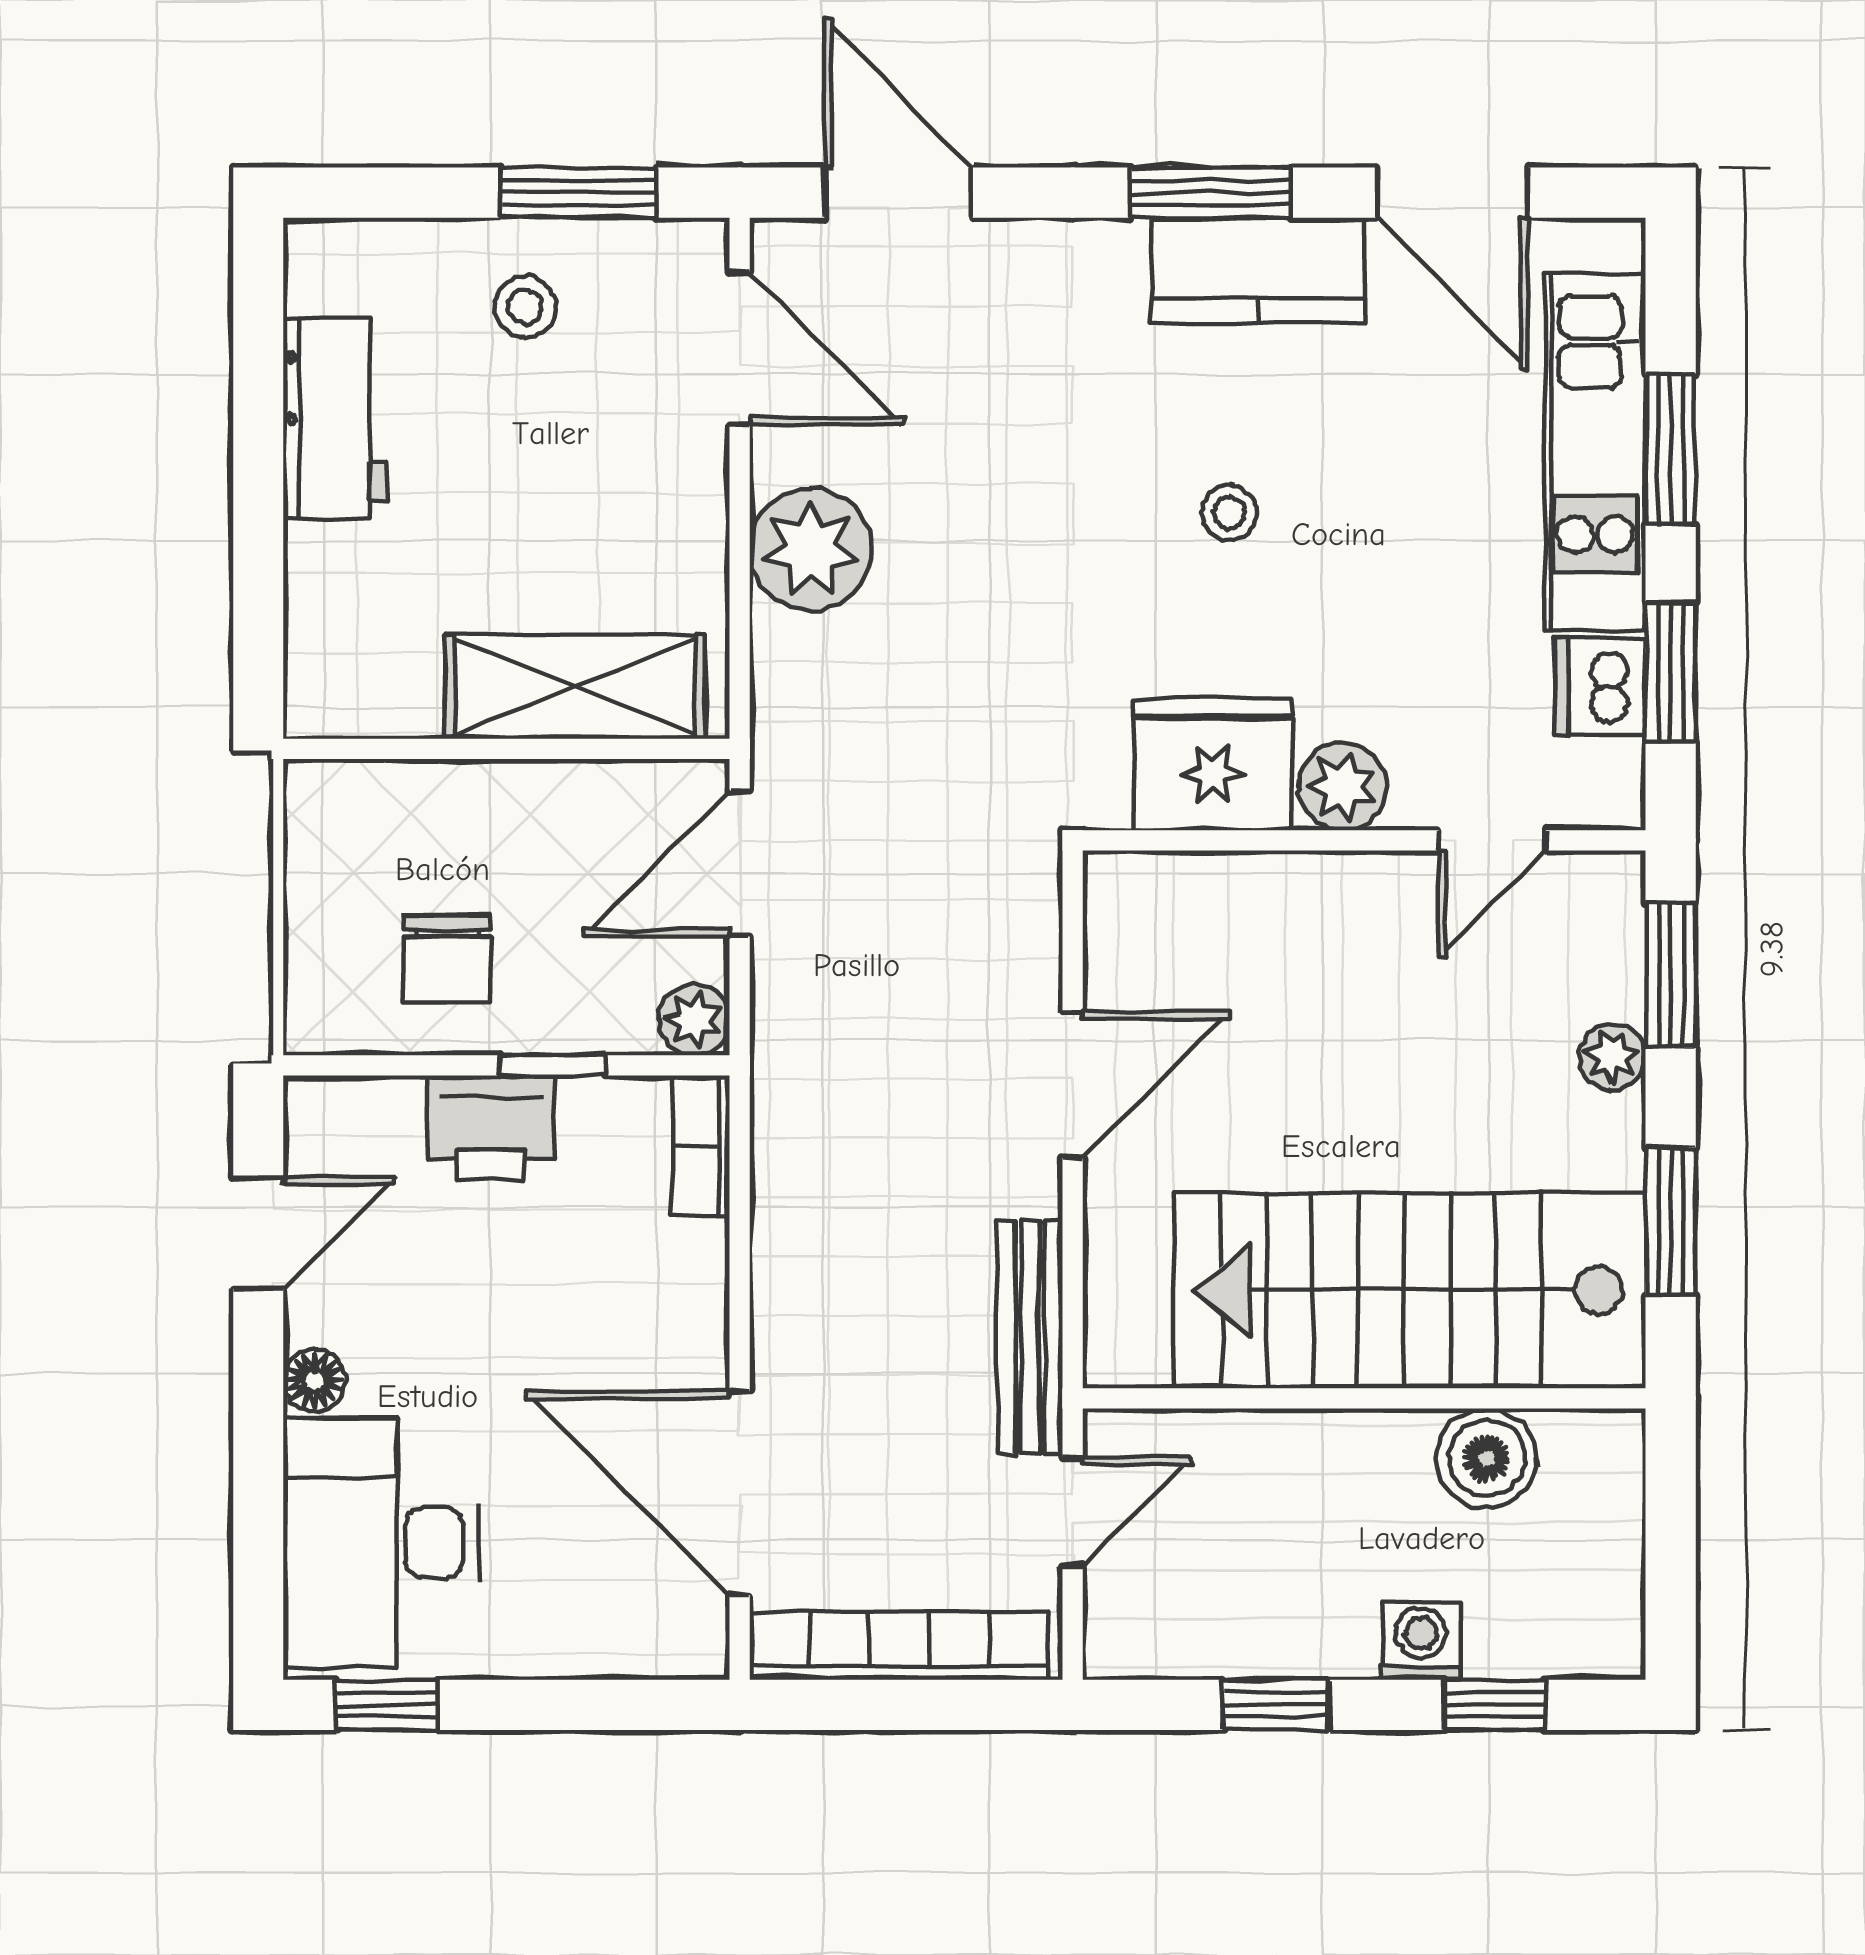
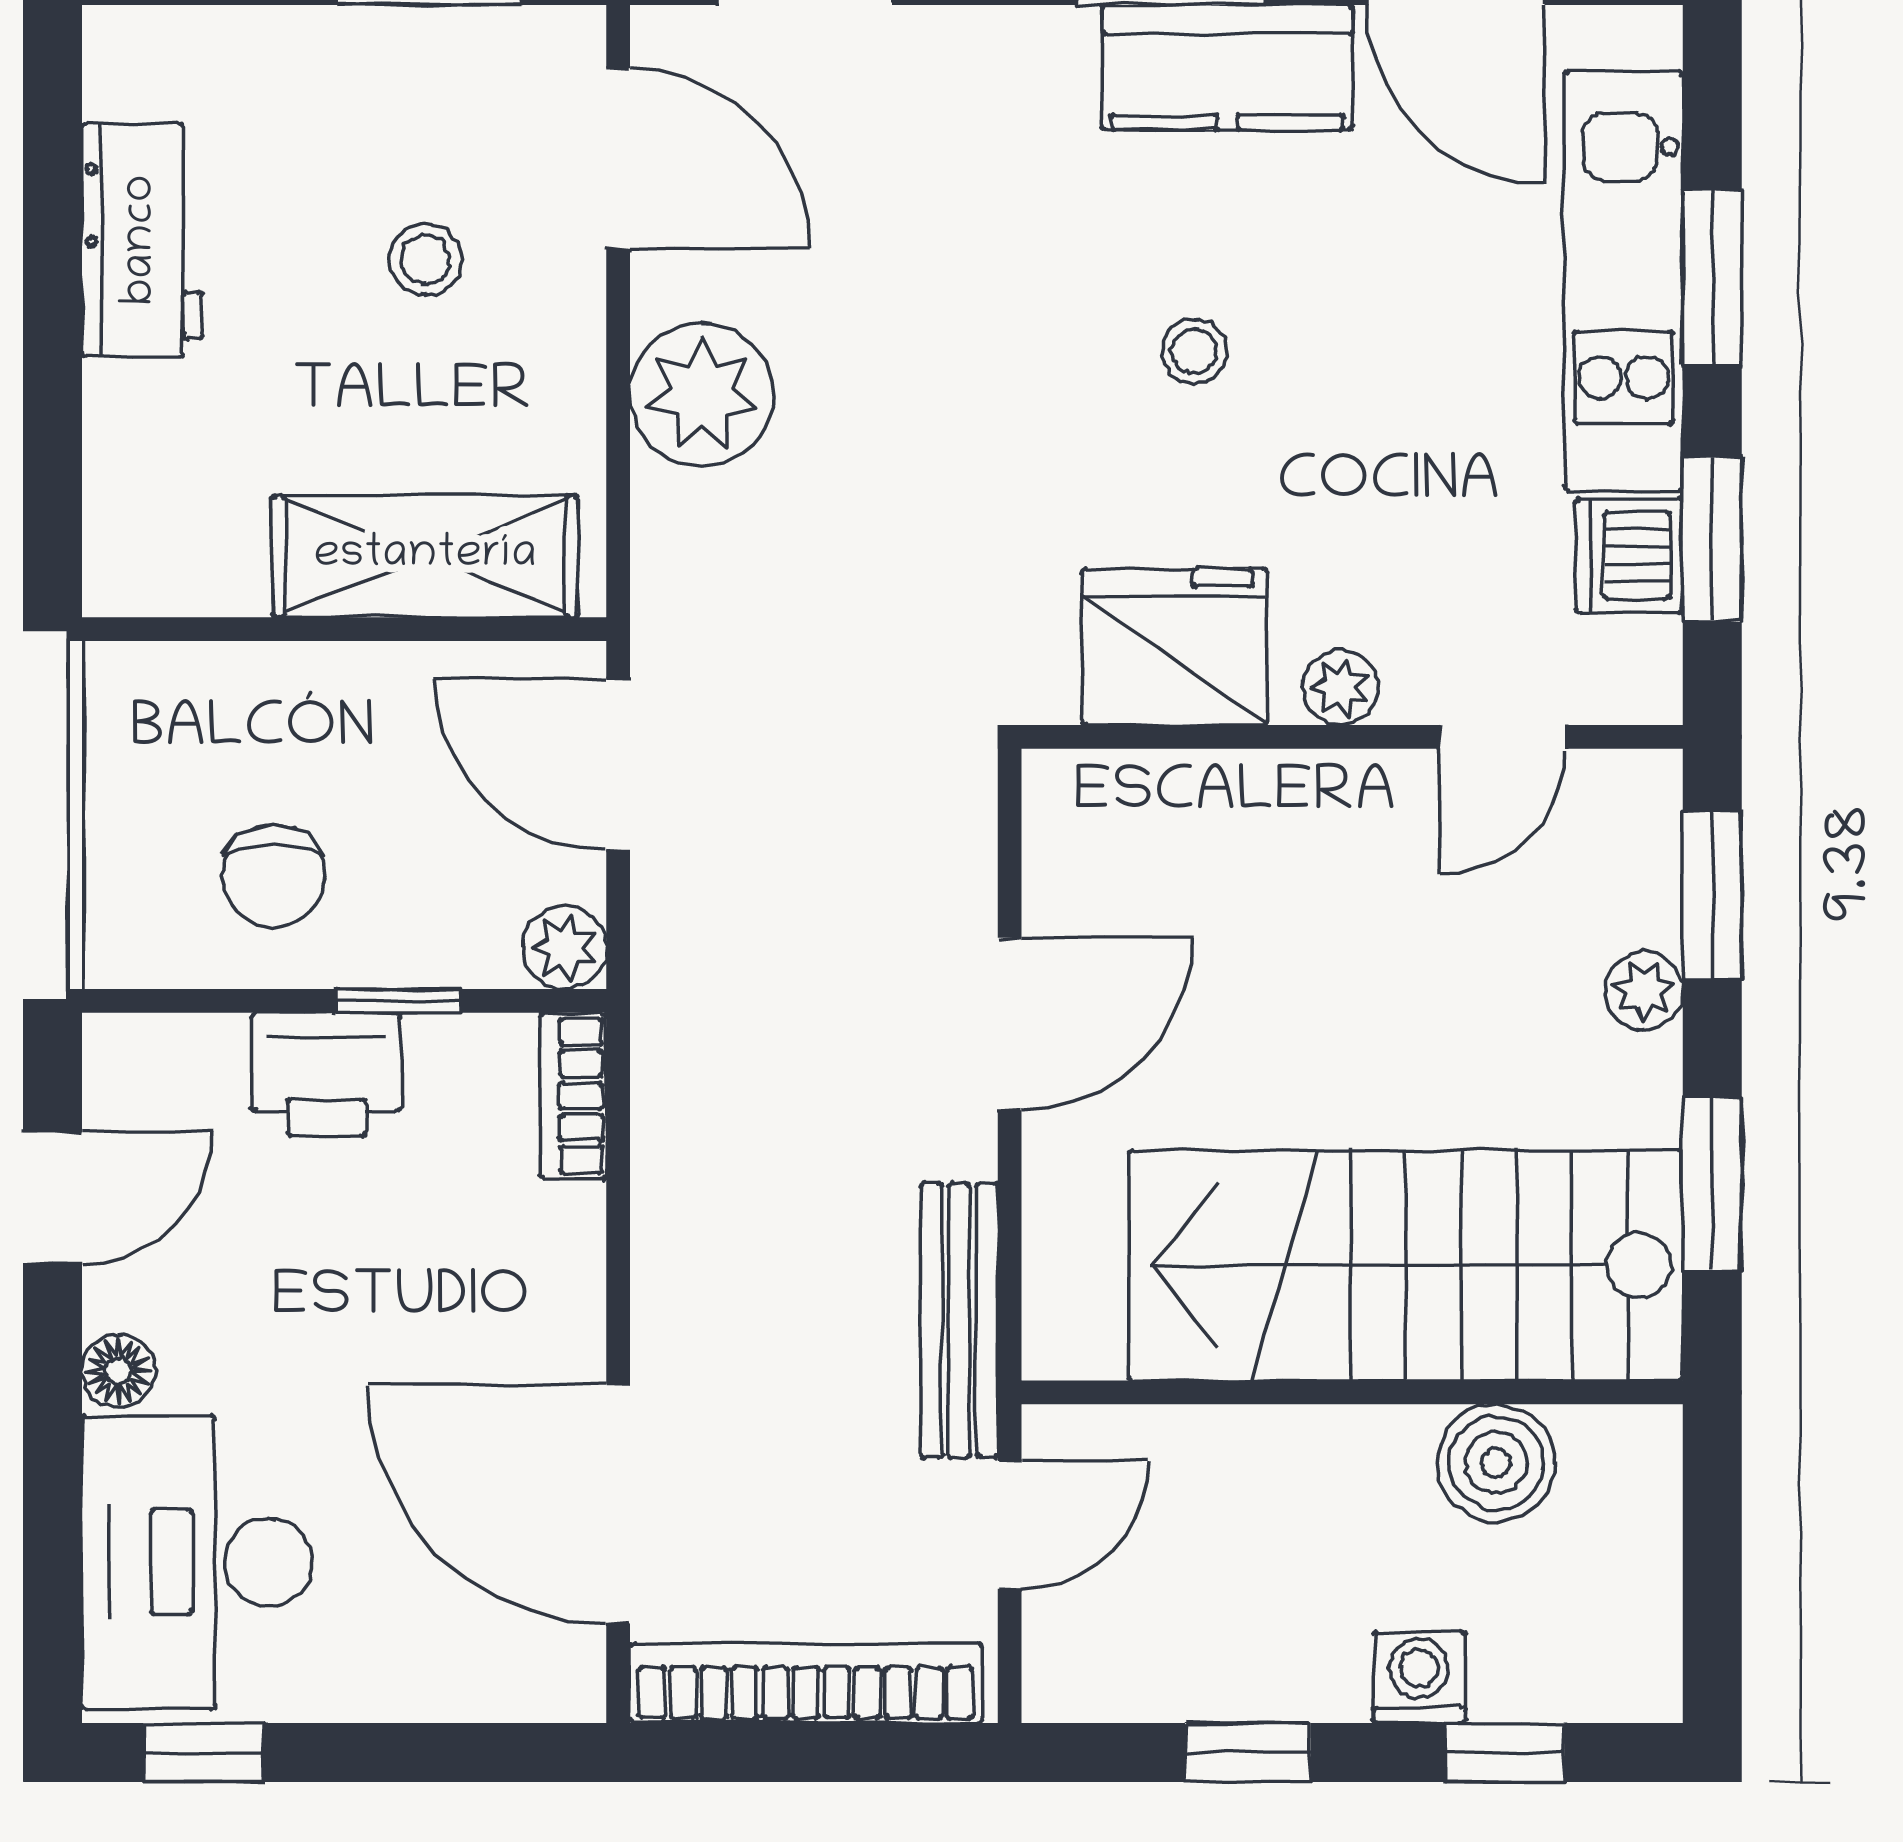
stool: (525, 307) -> (426, 259), moved
plant: (1342, 786) -> (1341, 687), width x0.73, depth x0.73
door: (740, 864) -> (618, 764), hinge flipped

